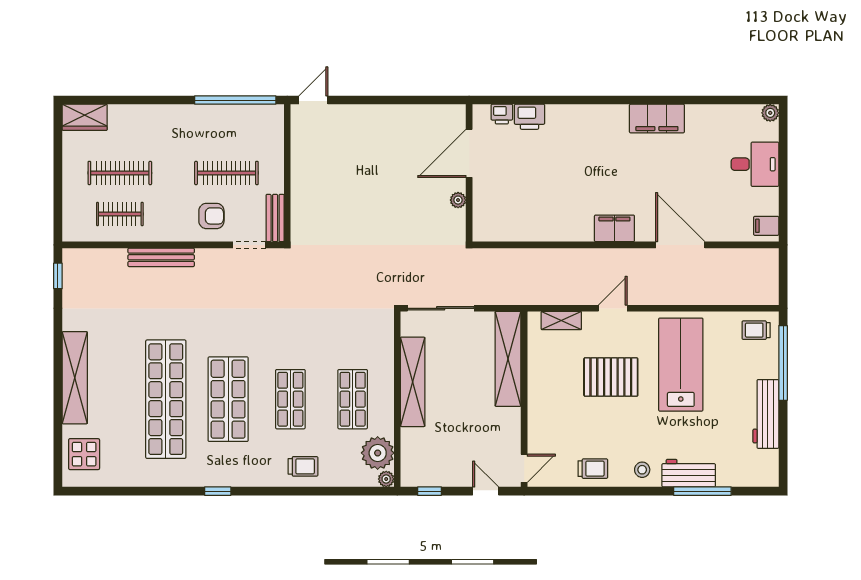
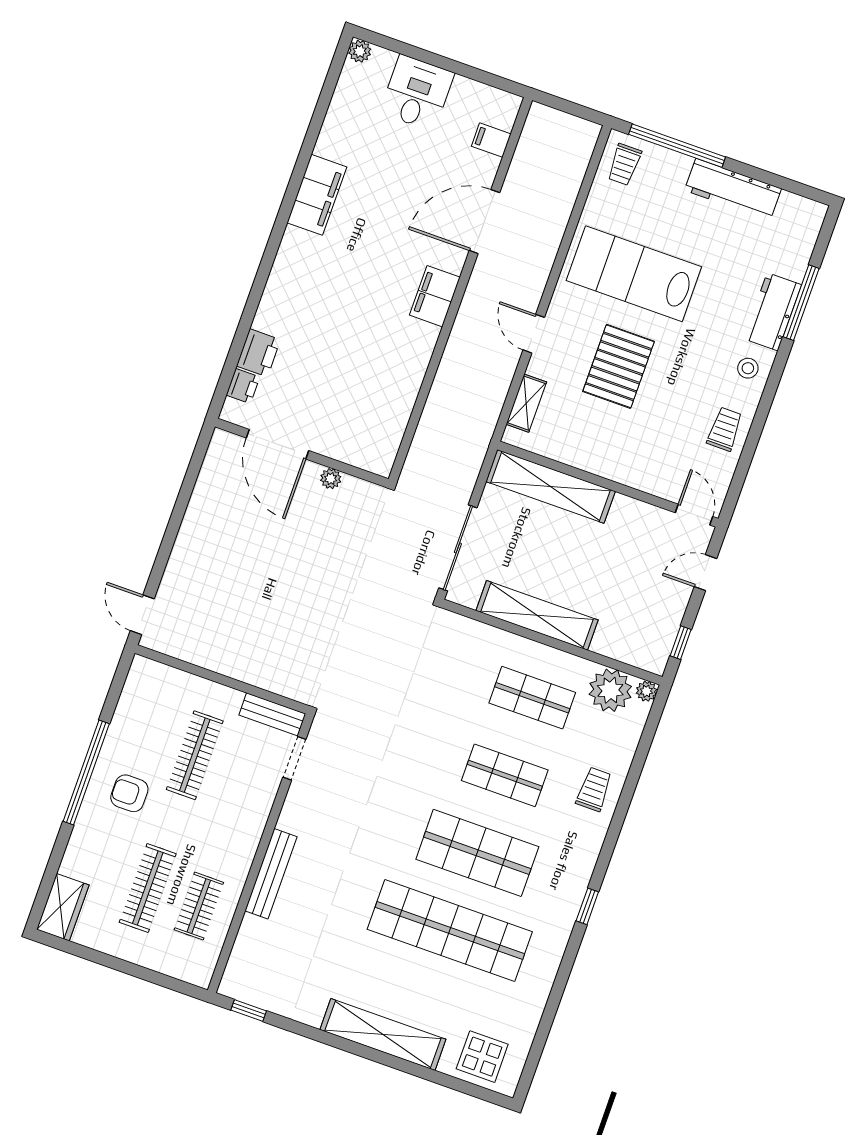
window: (235, 100) -> (86, 773), moved
armchair: (211, 216) -> (129, 793), moved, turned -90
filing cabinet: (766, 226) -> (491, 140), moved, turned 90

